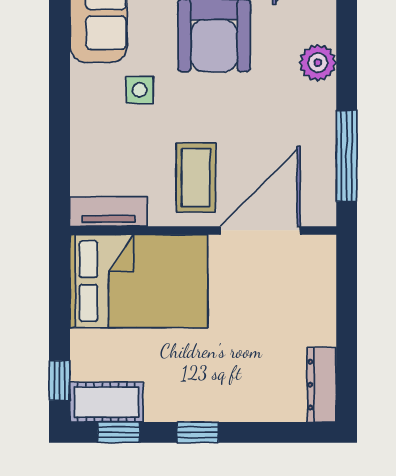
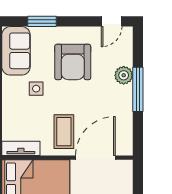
window: (347, 156) -> (138, 89), moved

